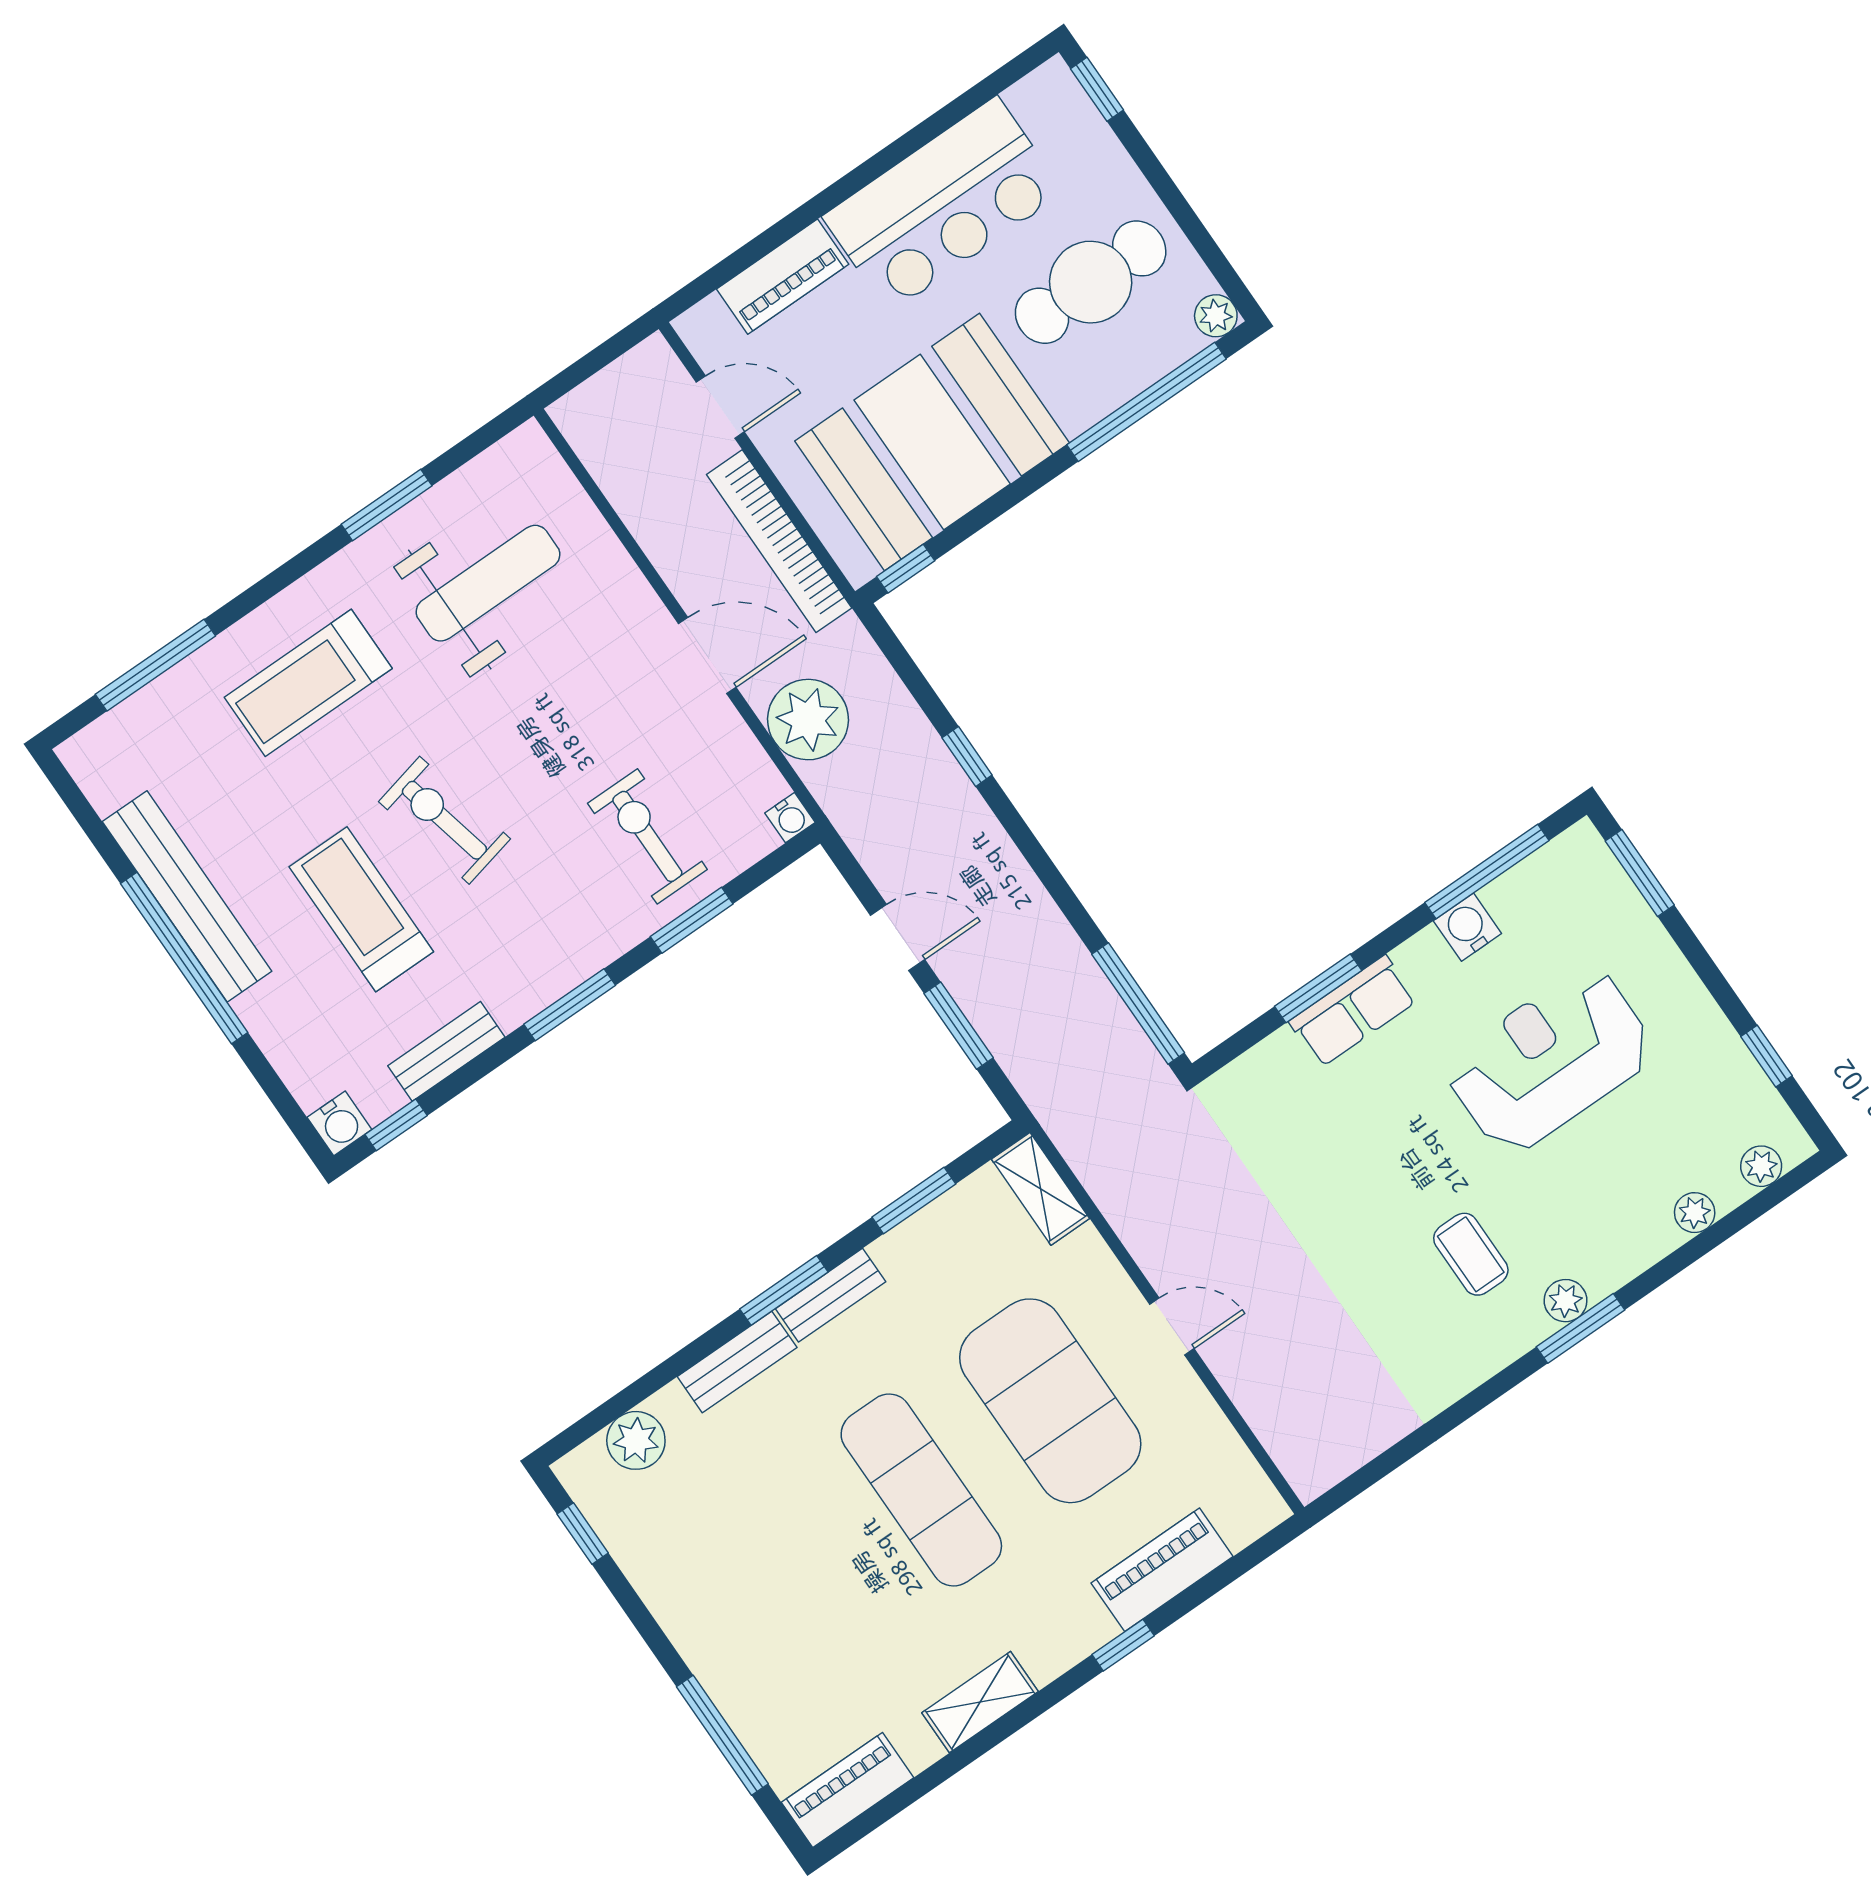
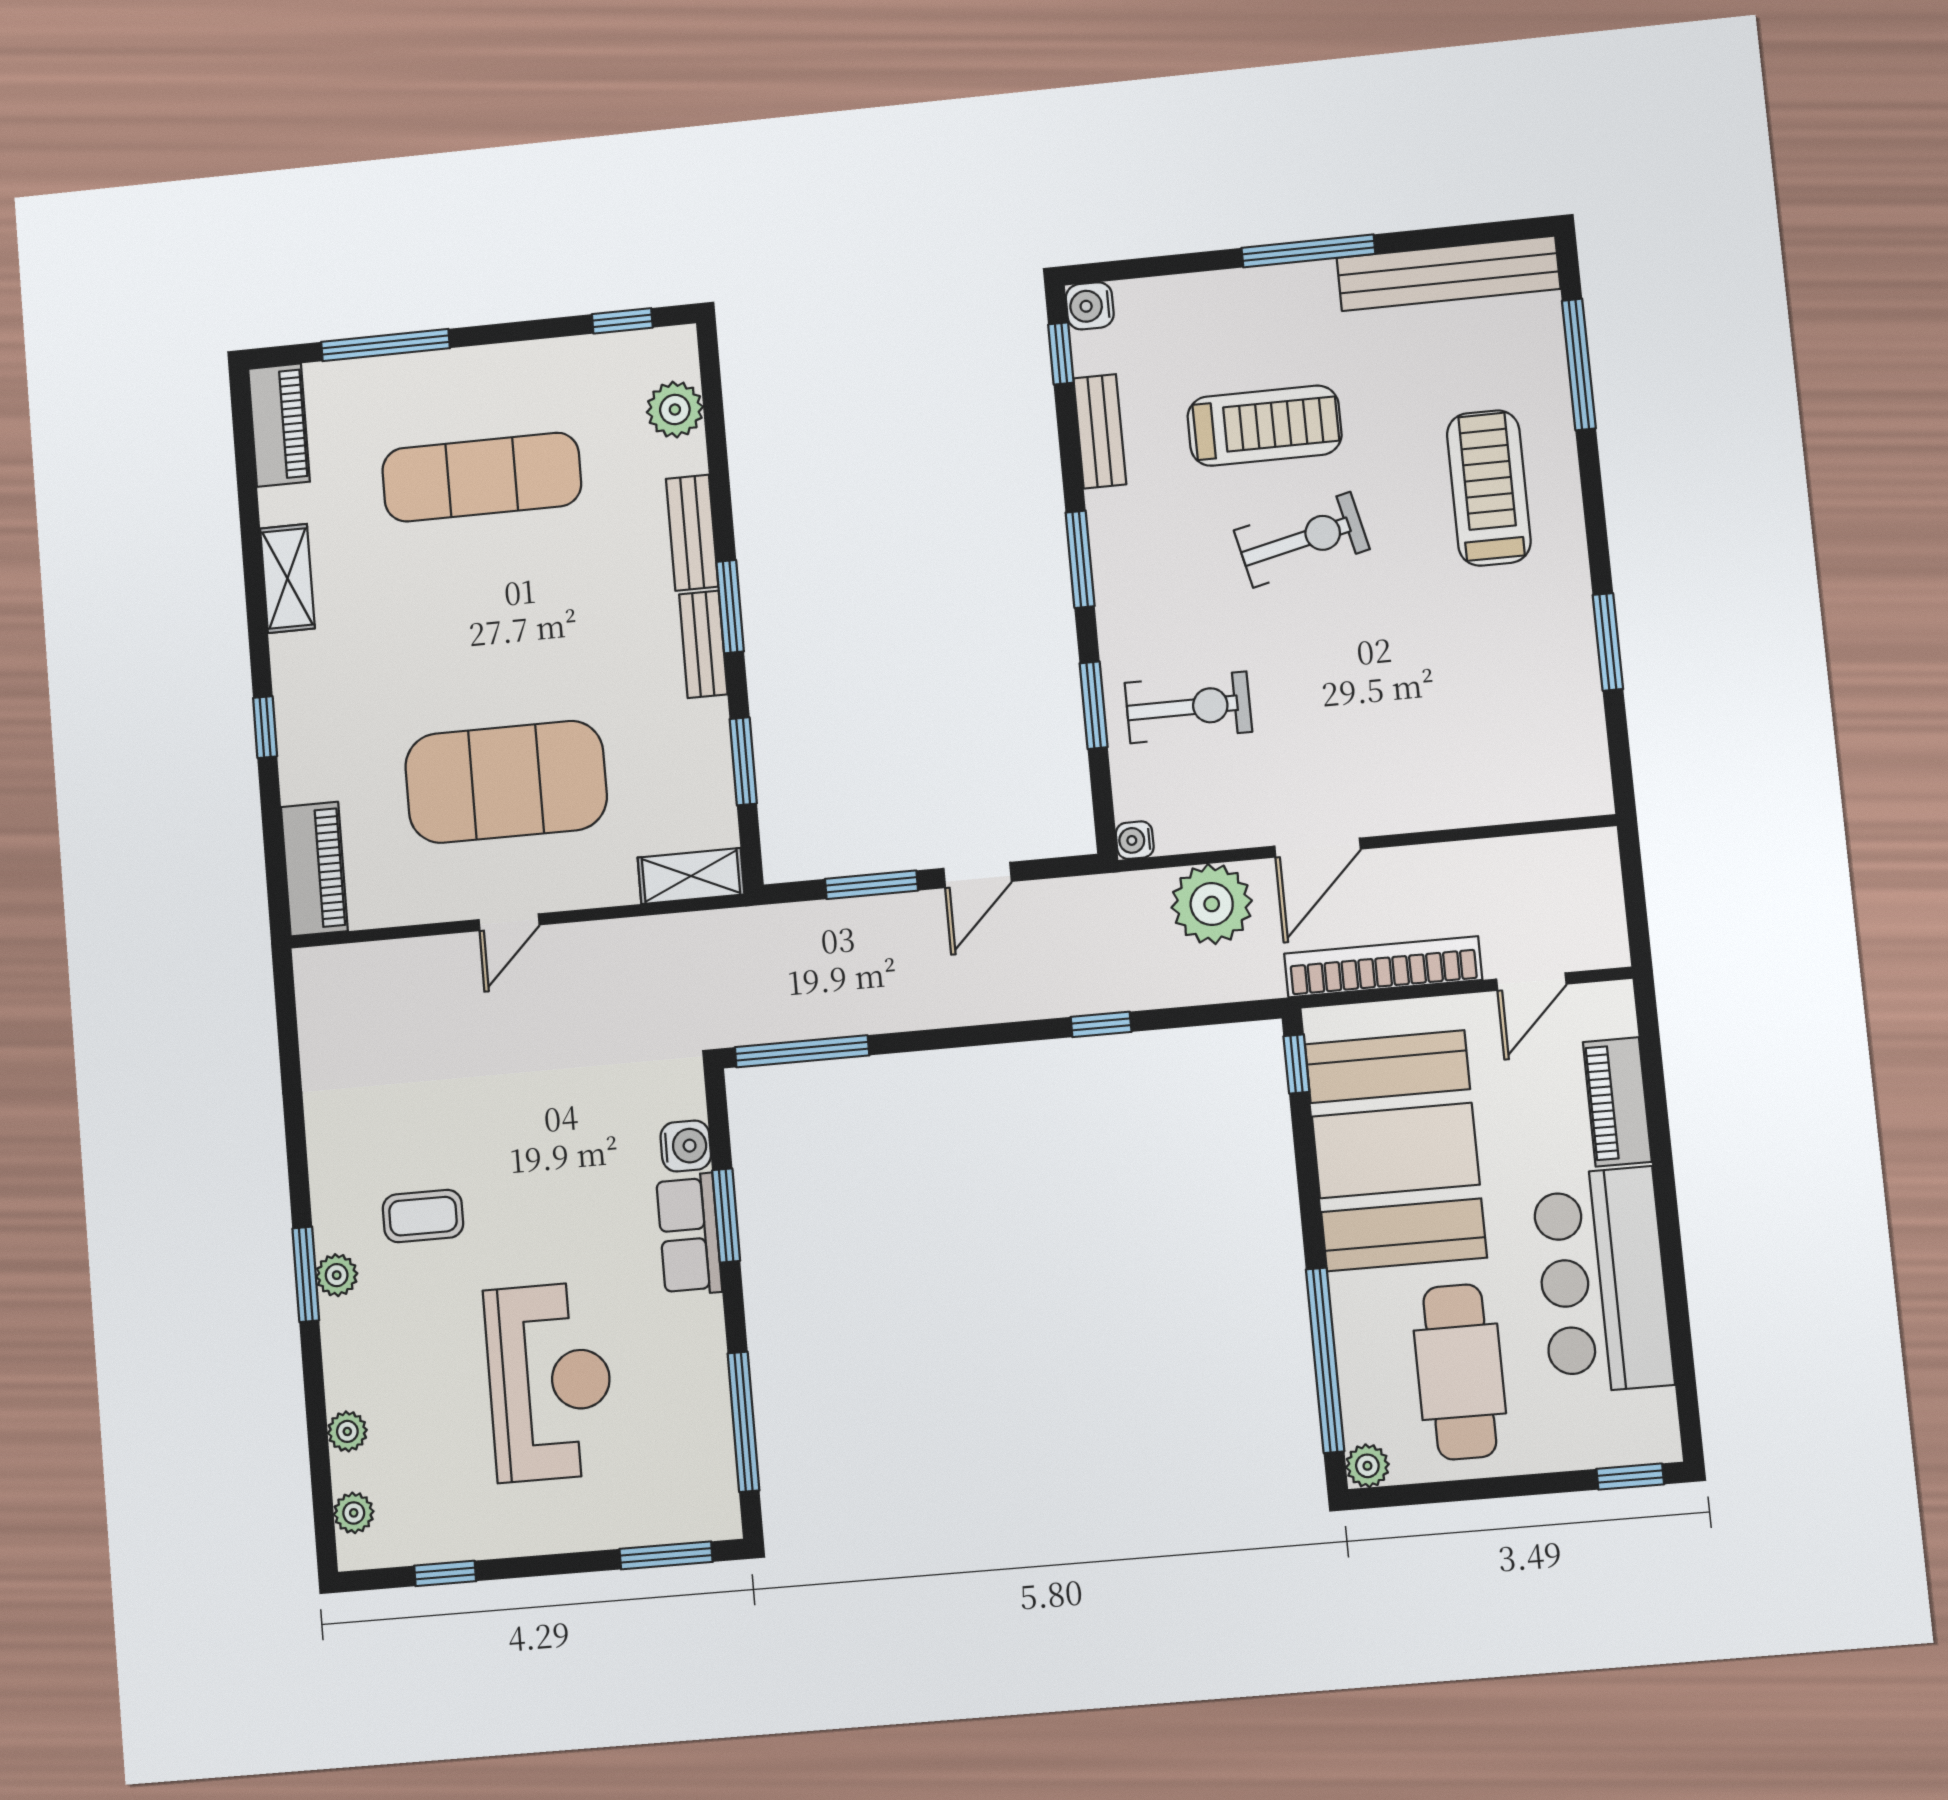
weight bench: (488, 583) -> (1489, 692), removed
bench: (187, 896) -> (1448, 273), moved
water cooler: (1467, 927) -> (686, 1146), moved
window: (184, 958) -> (1308, 251), width x0.68
exercise mat: (921, 1490) -> (482, 477), moved
piano: (1162, 1570) -> (314, 869), moved

